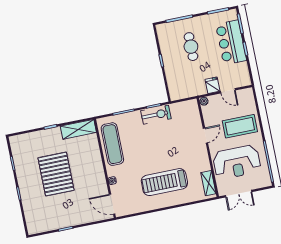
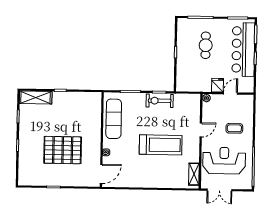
bar counter: (231, 42) -> (243, 50), width x1.36
door: (228, 91) -> (231, 93), swing flipped
exercise bike: (156, 115) -> (160, 101), turned 180
coffee table: (240, 126) -> (234, 128), width x0.54, depth x0.58
shelving: (78, 129) -> (36, 97), moved
reception desk: (237, 162) -> (224, 161), turned 180
pallet: (56, 174) -> (63, 150), moved, turned 90
treadmill: (164, 182) -> (161, 145), moved, turned 180
door: (112, 204) -> (101, 174), swing flipped

